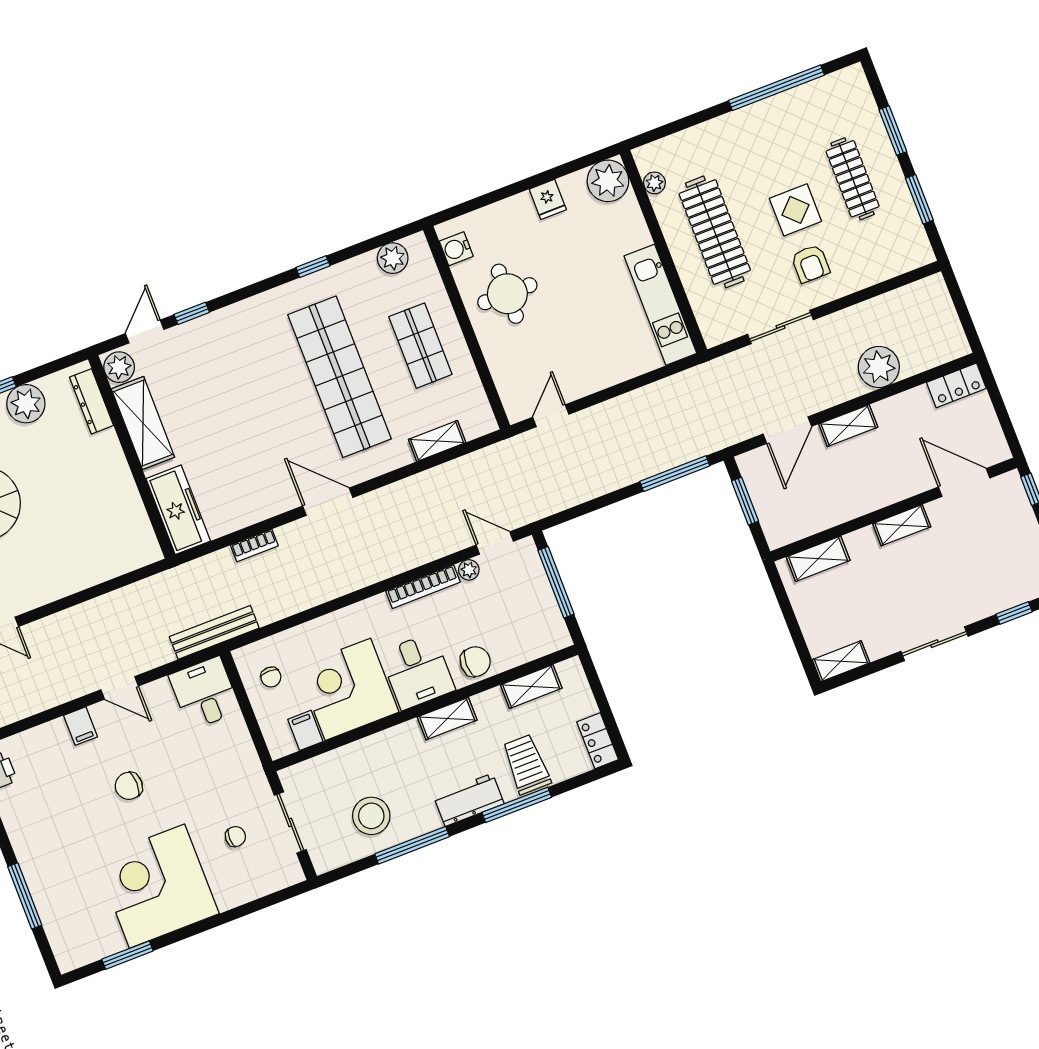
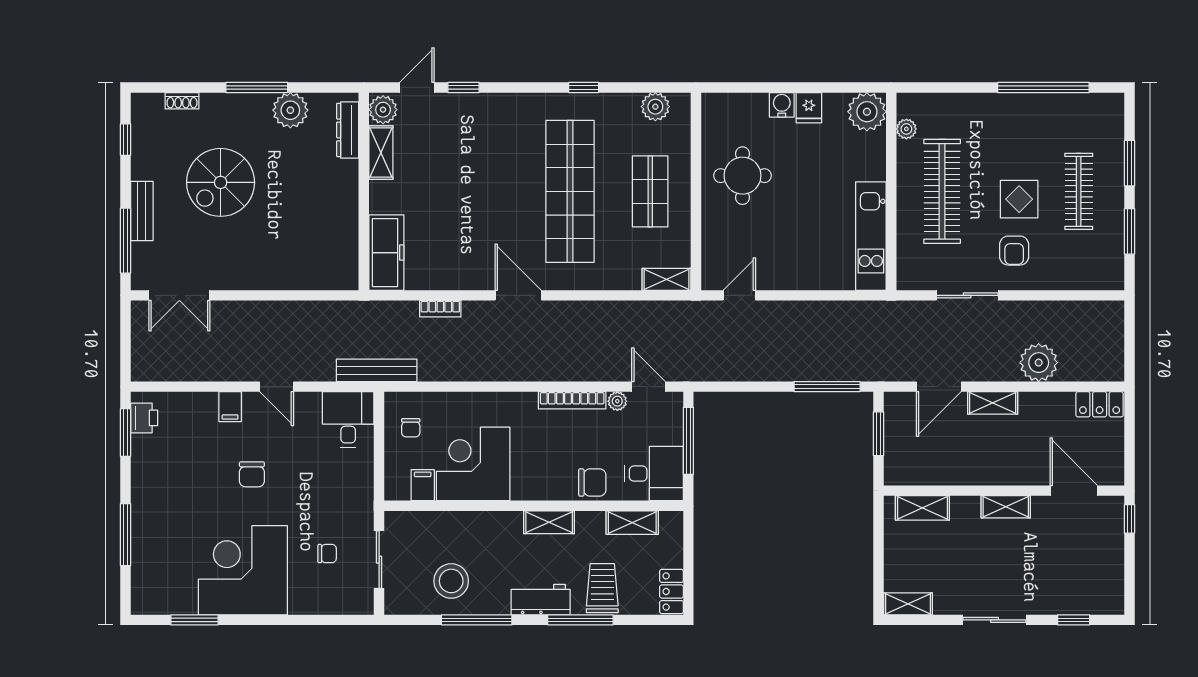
water cooler: (456, 249) -> (782, 105), moved, turned 90
shelving: (143, 423) -> (381, 153), width x0.67, depth x0.75
shelving: (437, 441) -> (667, 279), moved
desk: (417, 671) -> (654, 474), moved, turned -90
chair: (129, 786) -> (252, 474), turned -90

